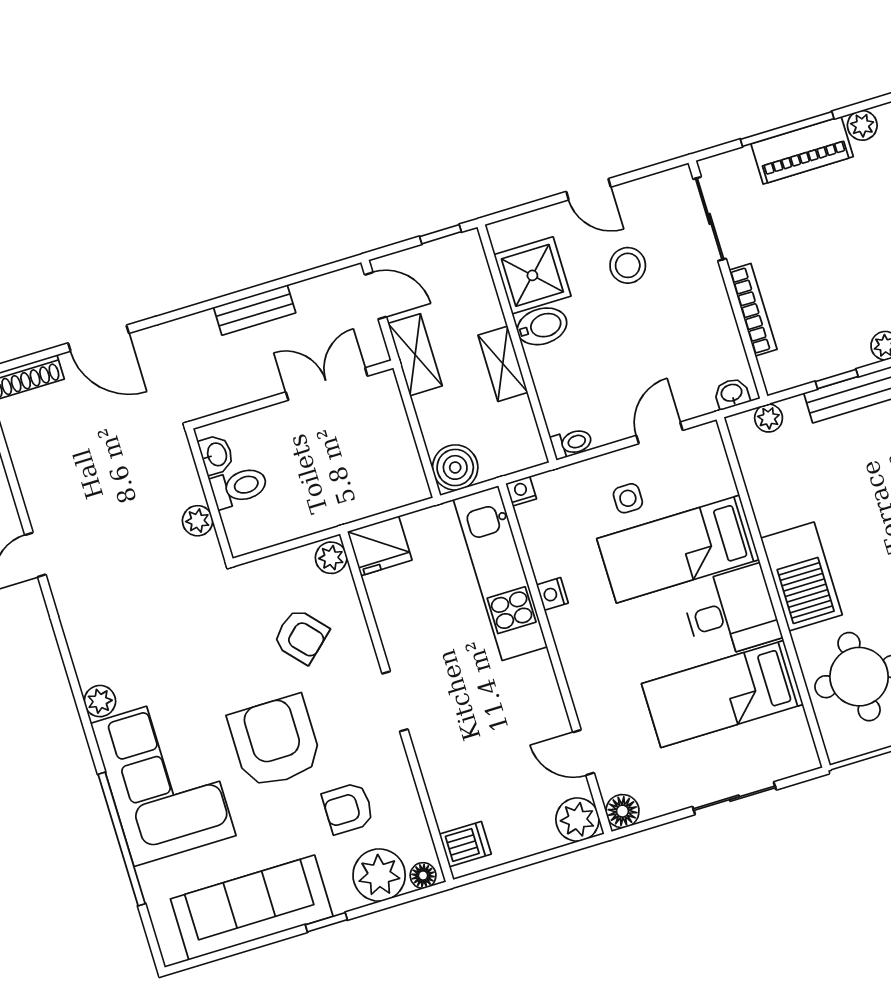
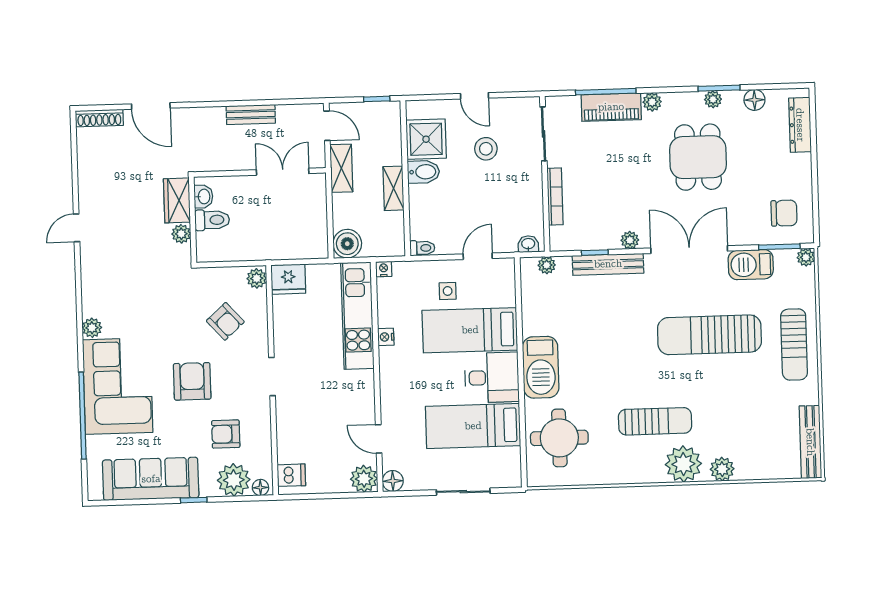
wardrobe: (177, 472) -> (177, 200), added
armchair: (275, 742) -> (192, 381), width x0.73, depth x0.73

